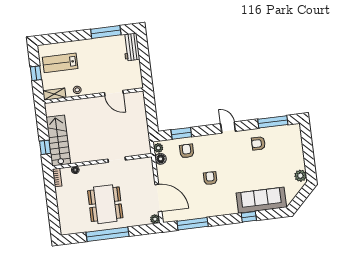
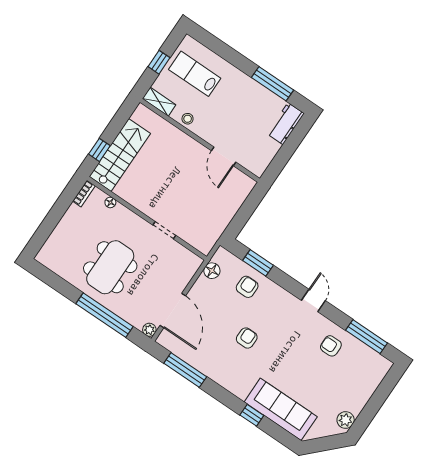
plant: (158, 148) -> (220, 257), removed
window: (108, 234) -> (104, 315), moved

